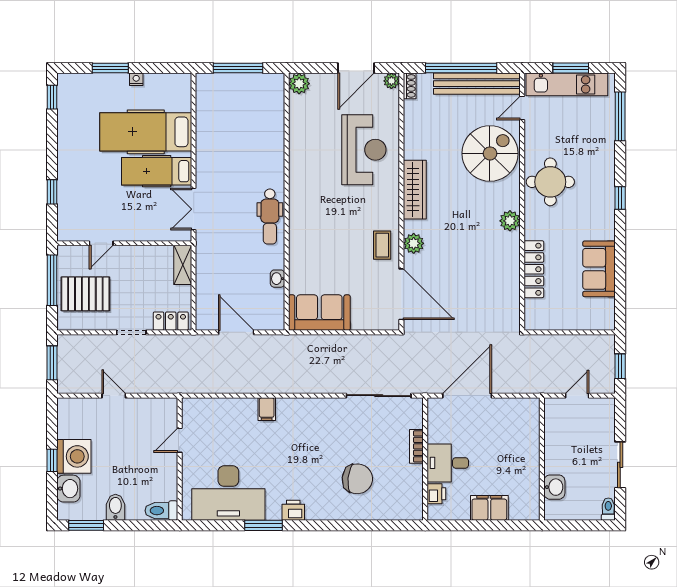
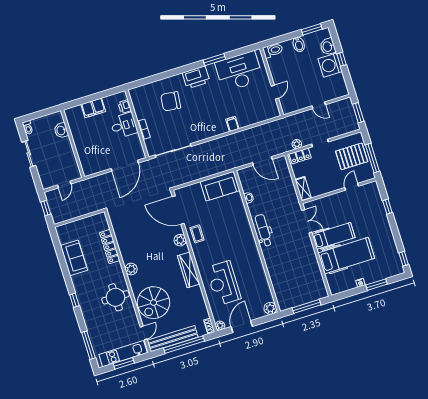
plant: (170, 342) -> (297, 144), added
printer: (293, 510) -> (196, 77), width x1.87, depth x1.48

